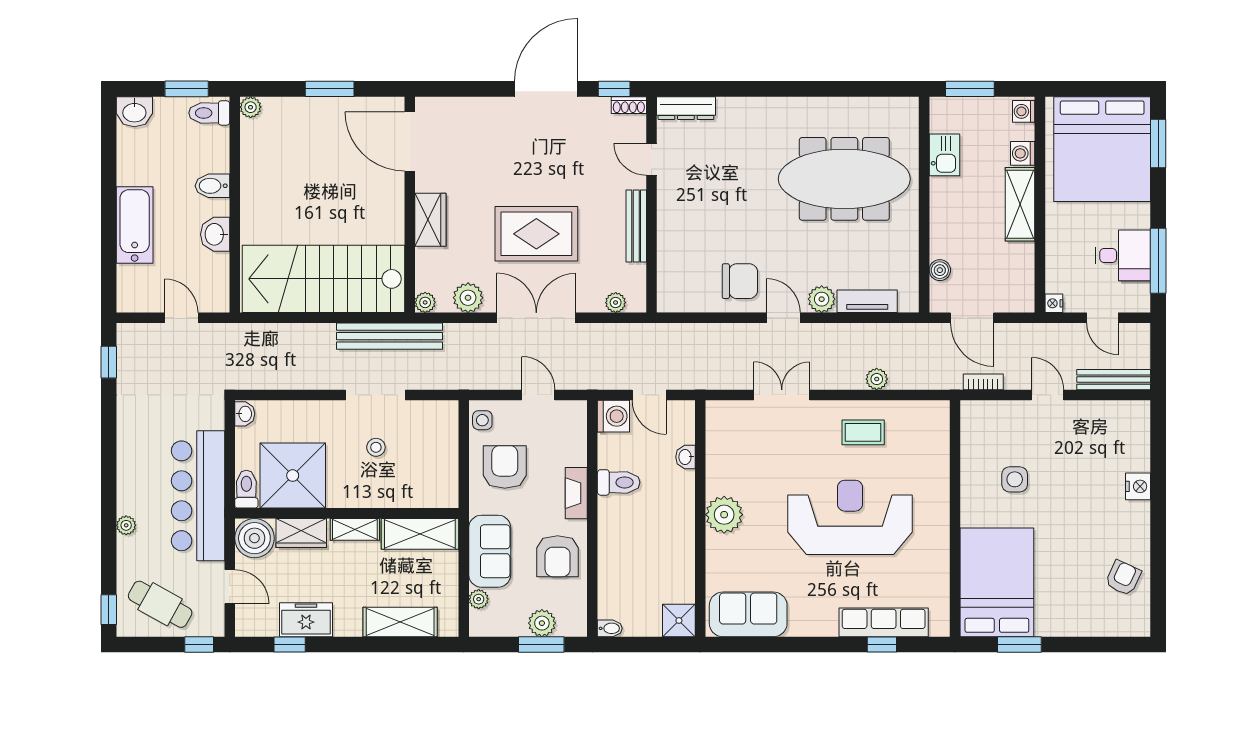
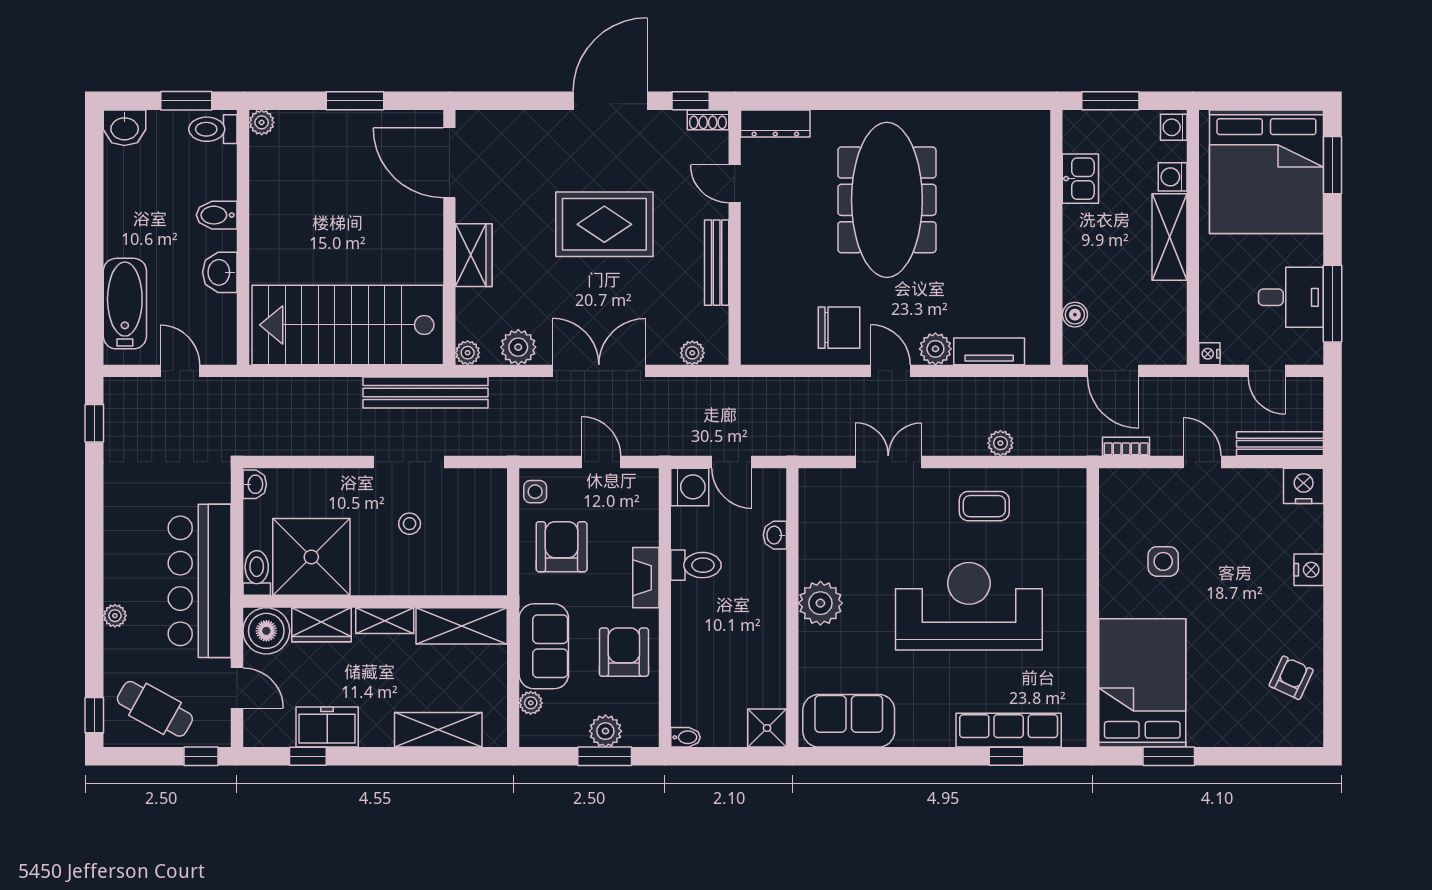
meeting table: (844, 179) -> (887, 200), moved, turned 90
bathtub: (135, 225) -> (125, 304), moved
rug: (536, 234) -> (604, 224), moved
nightstand: (1134, 415) -> (1304, 486), added
armchair: (558, 556) -> (624, 652), turned 180

